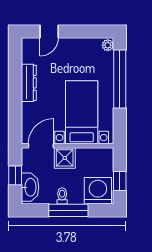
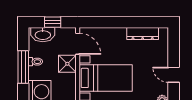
door: (49, 32) -> (174, 75), moved
dresser: (29, 83) -> (143, 34), moved

